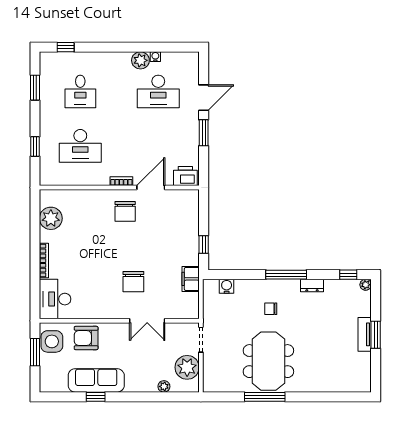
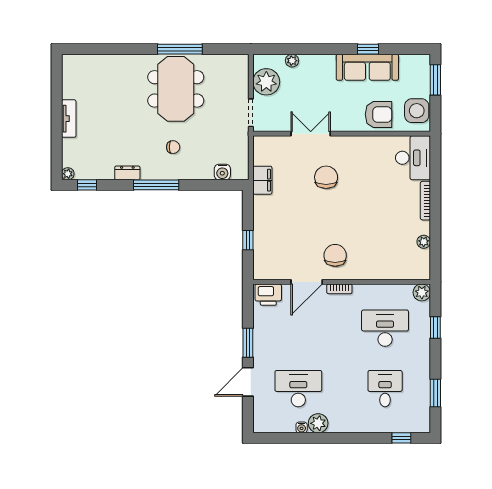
plant: (47, 178) -> (422, 292), added
plant: (51, 218) -> (424, 242), width x0.53, depth x0.53
window: (204, 244) -> (248, 240), moved
window: (376, 335) -> (57, 118), removed
window: (35, 352) -> (435, 80), moved

